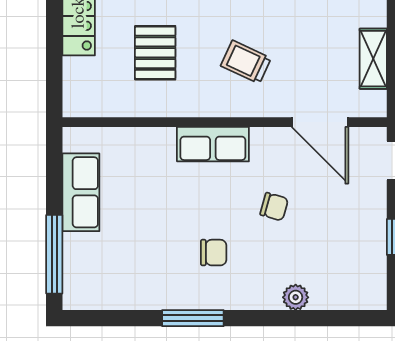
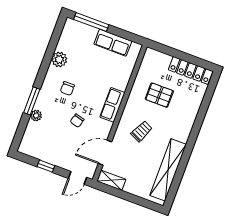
shelving: (373, 59) -> (111, 180), moved
plant: (159, 292) -> (59, 59), added
window: (193, 318) -> (32, 101), moved

